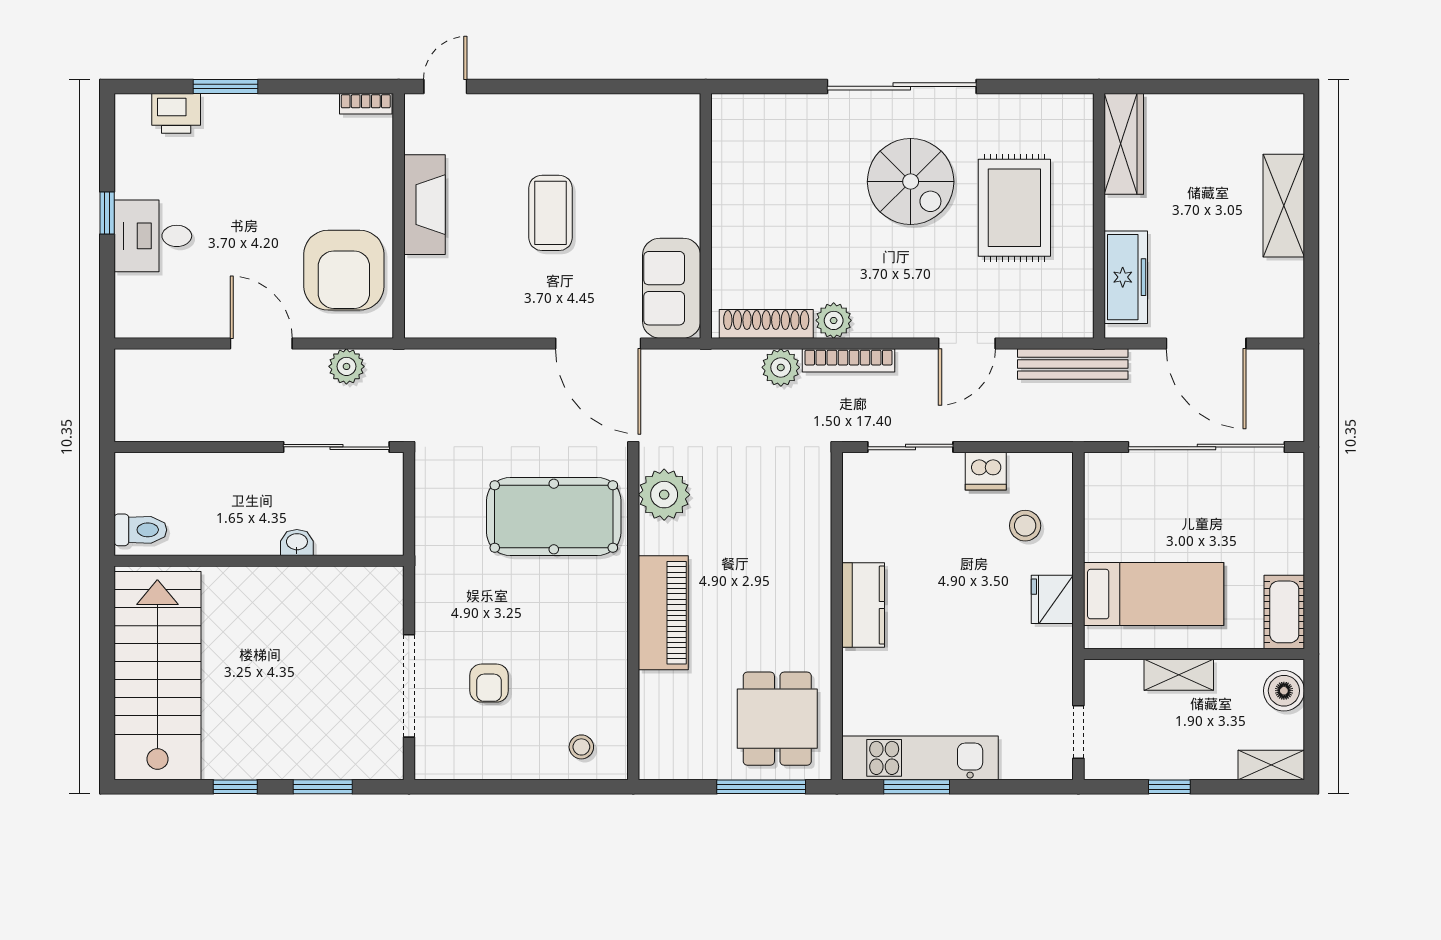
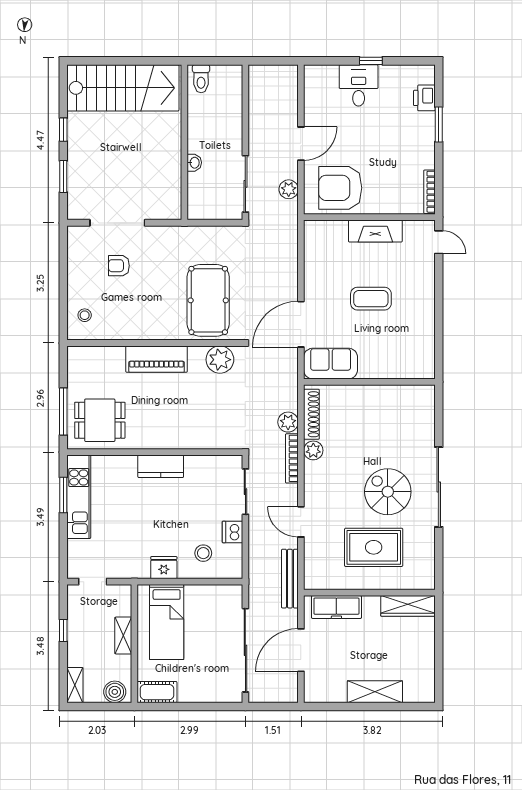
bookcase: (366, 104) -> (429, 192), width x1.56
spiral stairs: (911, 182) -> (388, 492), turned 90

